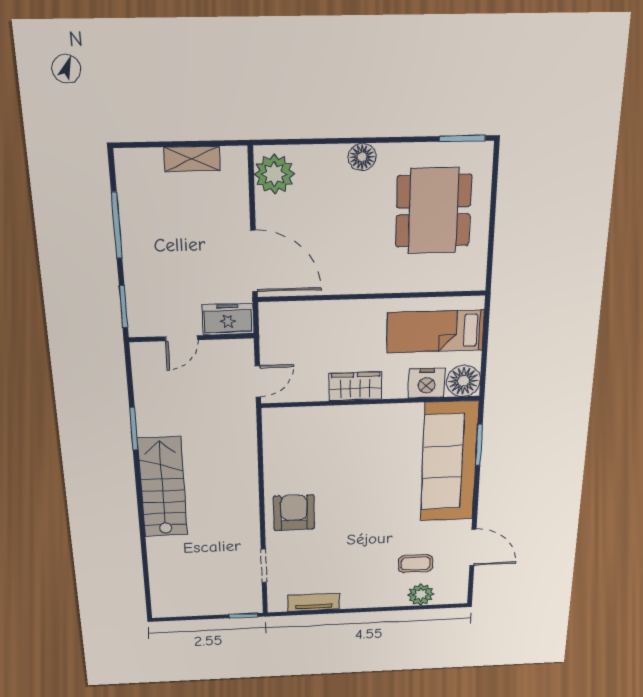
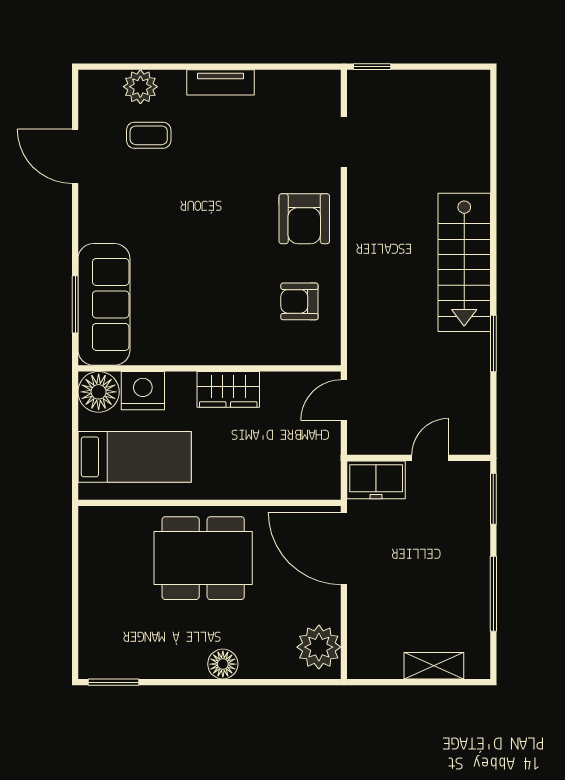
shelving: (192, 159) -> (434, 666), moved
dining table: (433, 211) -> (203, 558), moved, turned 90
armchair: (297, 454) -> (299, 301), added
sofa: (449, 462) -> (104, 304), width x0.74, depth x0.79
tv unit: (314, 602) -> (221, 82), moved

